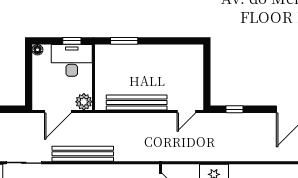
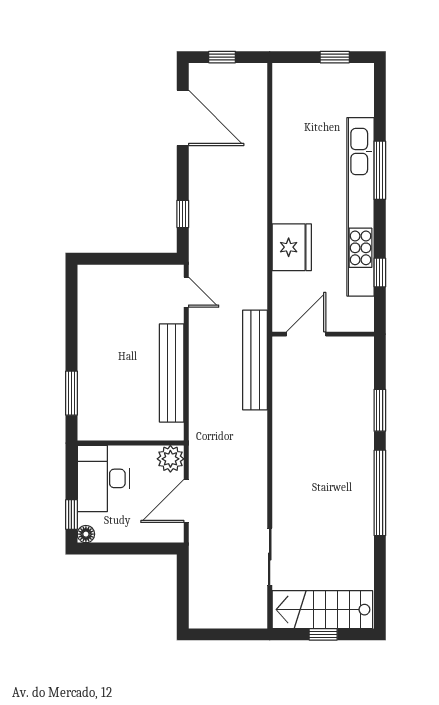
window: (72, 41) -> (71, 514), moved
door: (58, 111) -> (186, 501), swing flipped
bench: (83, 154) -> (255, 360), moved

